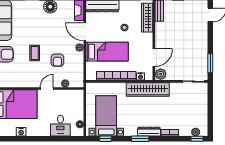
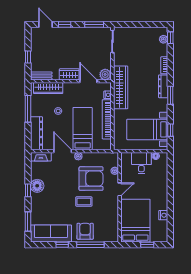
door: (85, 32) -> (63, 151), swing flipped
window: (210, 34) -> (65, 24), added
wardrobe: (161, 39) -> (69, 74), added
armchair: (57, 60) -> (91, 179), width x1.88, depth x1.88
door: (47, 89) -> (120, 189), swing flipped
desk: (60, 126) -> (141, 163), moved, turned -90

